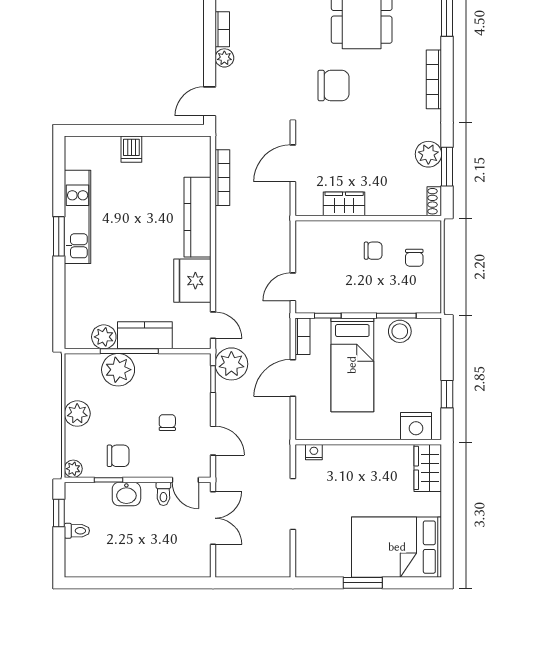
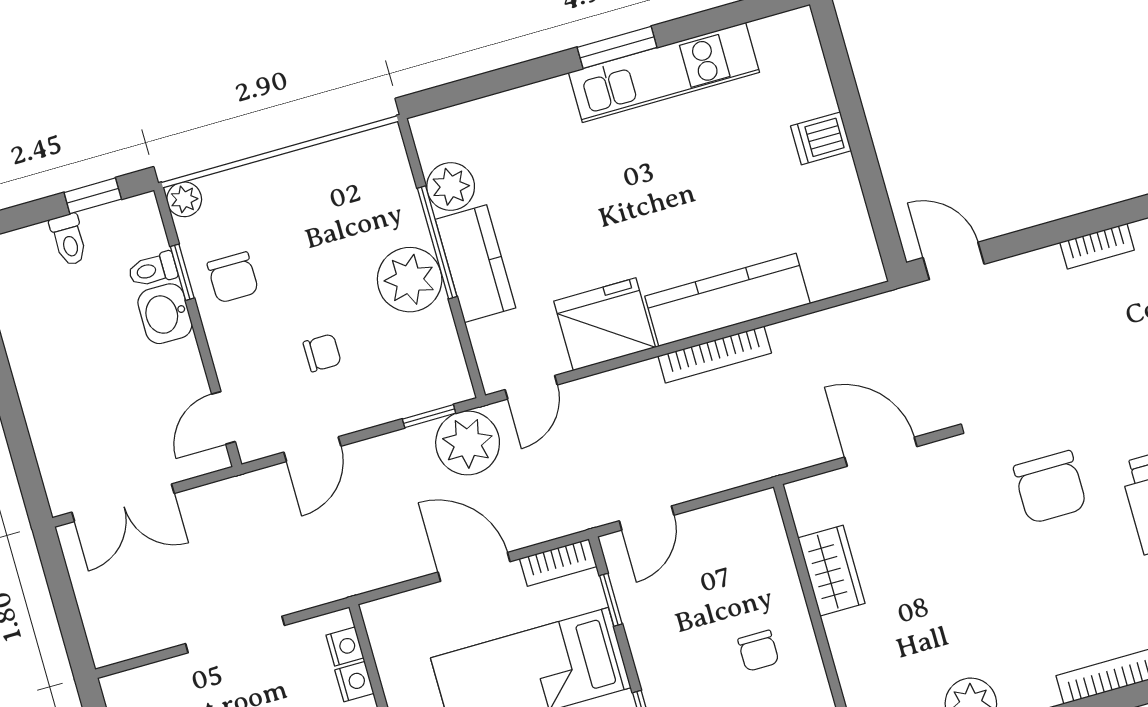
plant: (224, 58) -> (1044, 266), removed
bookcase: (222, 178) -> (715, 355), moved
door: (293, 287) -> (647, 518), swing flipped
plant: (118, 370) -> (410, 280), moved
plant: (77, 414) -> (291, 177), removed
nightstand: (332, 452) -> (354, 682), added
toilet: (163, 494) -> (153, 270), moved
double door: (213, 518) -> (123, 503), moved

